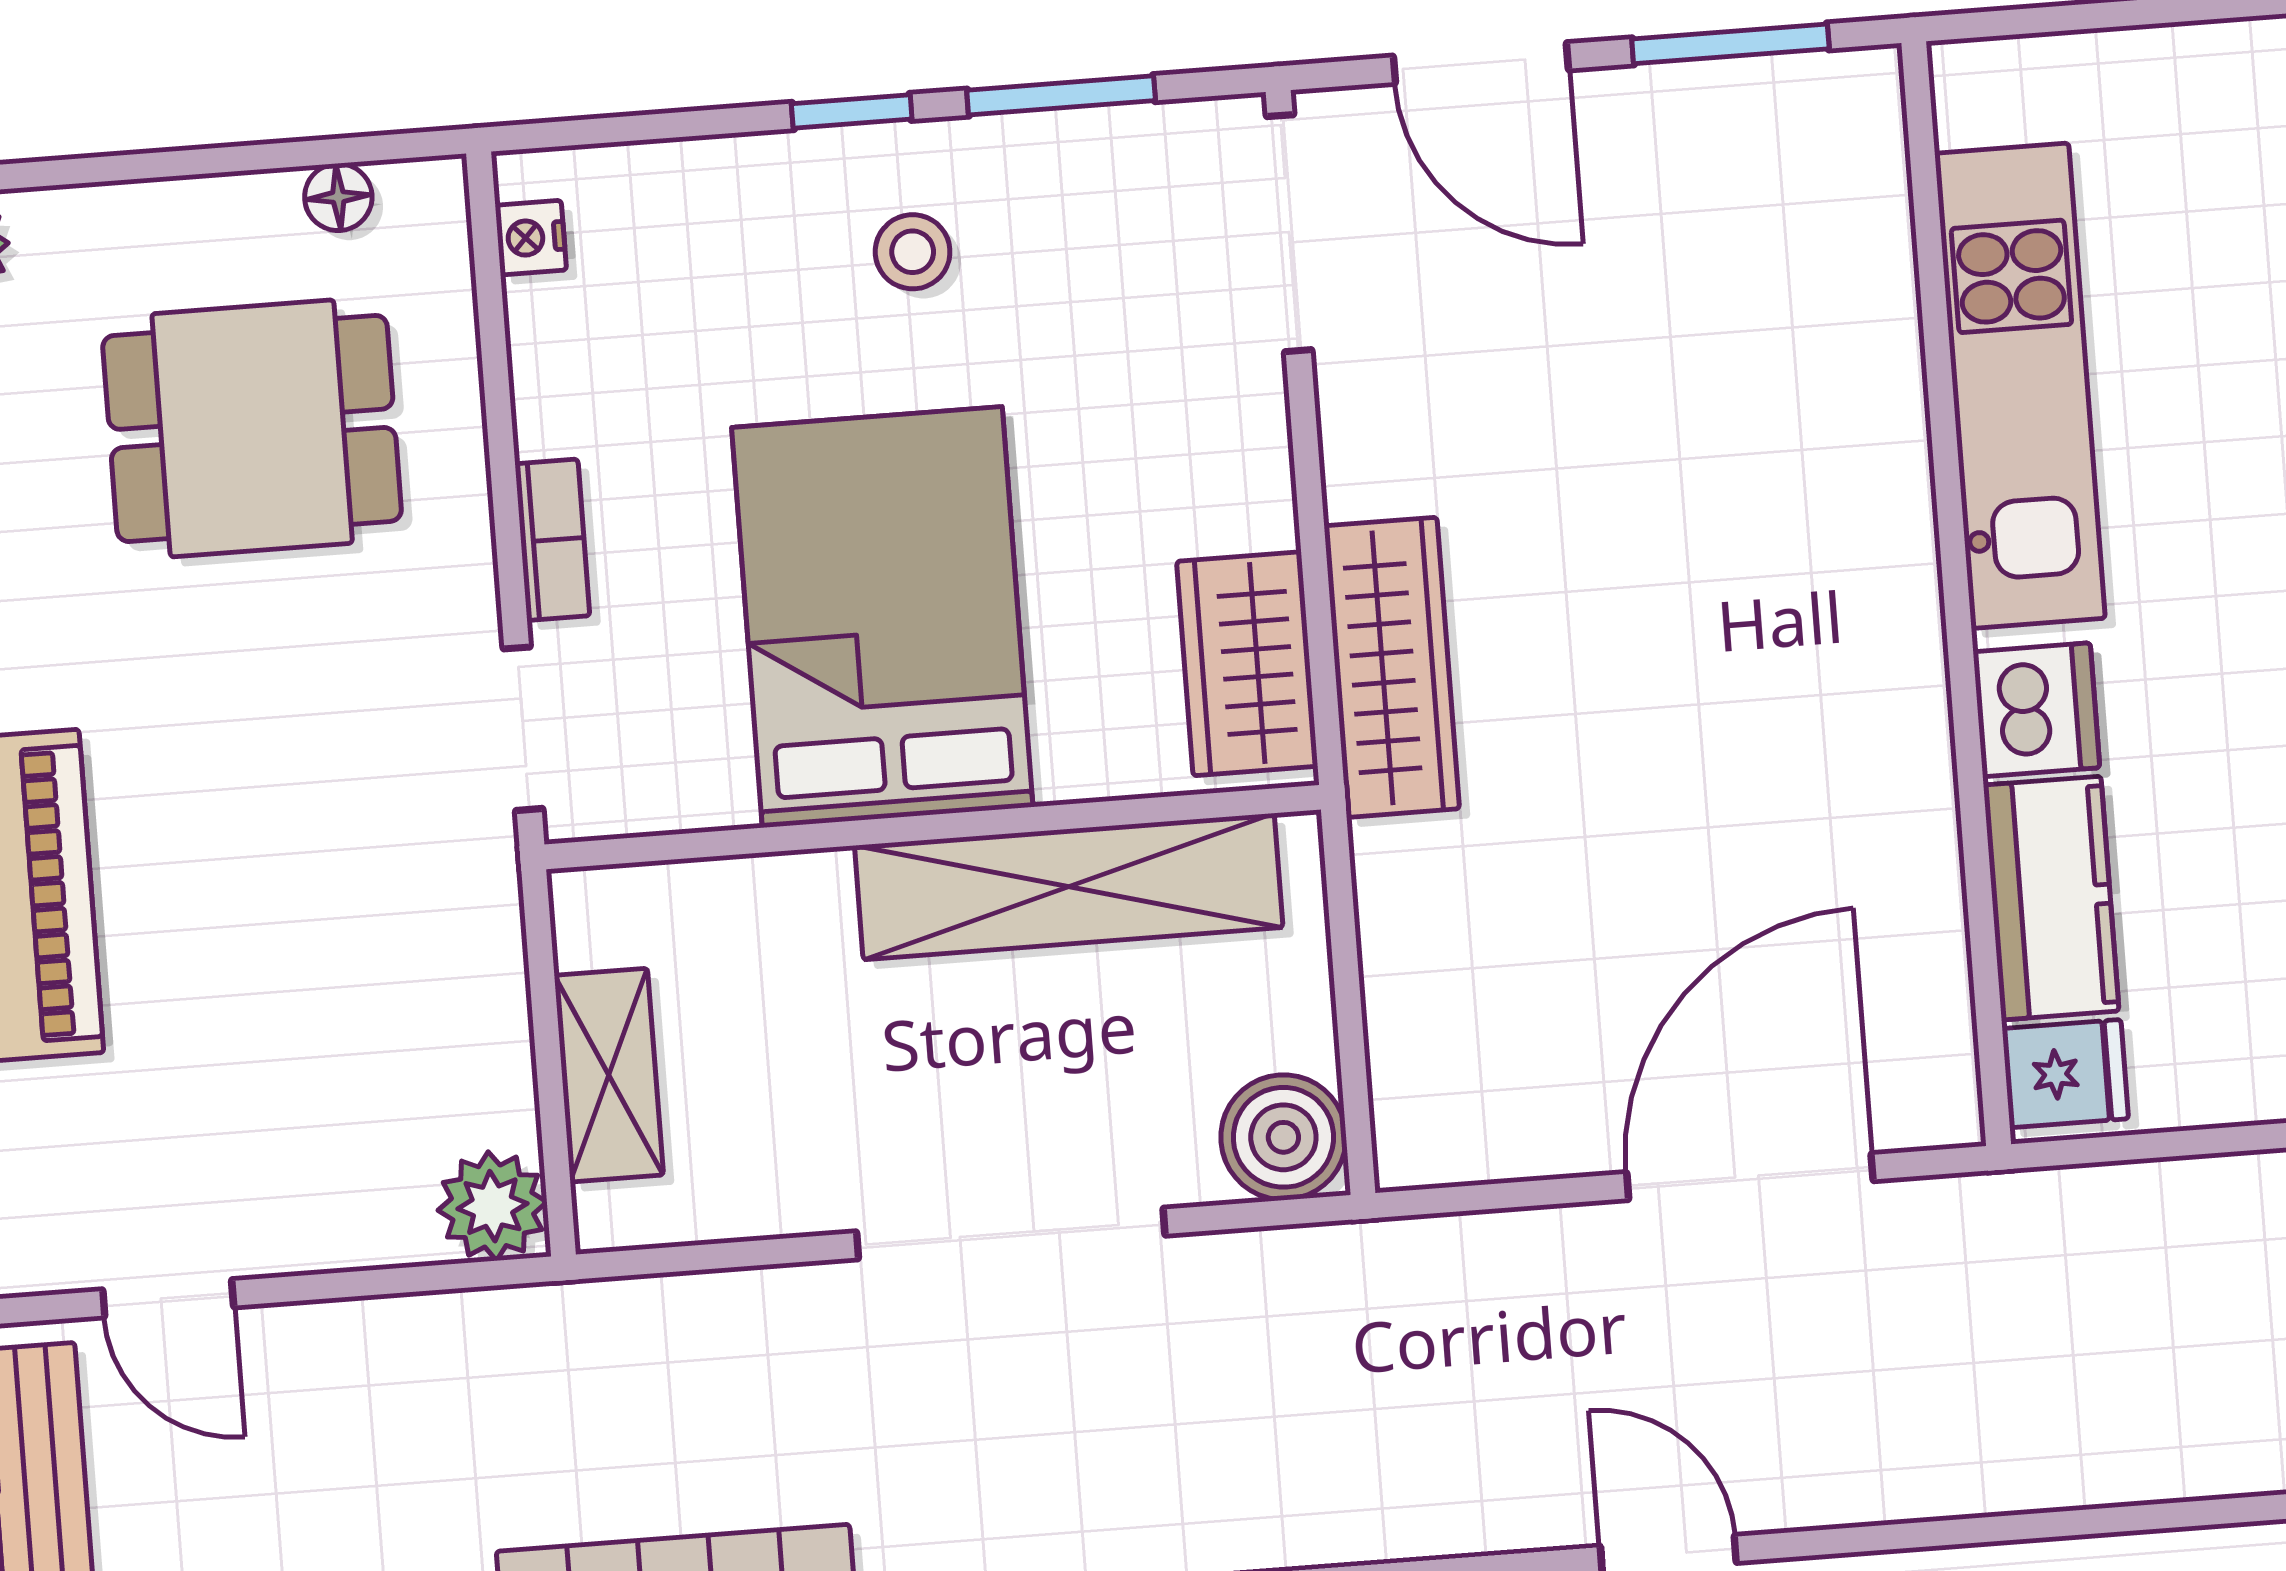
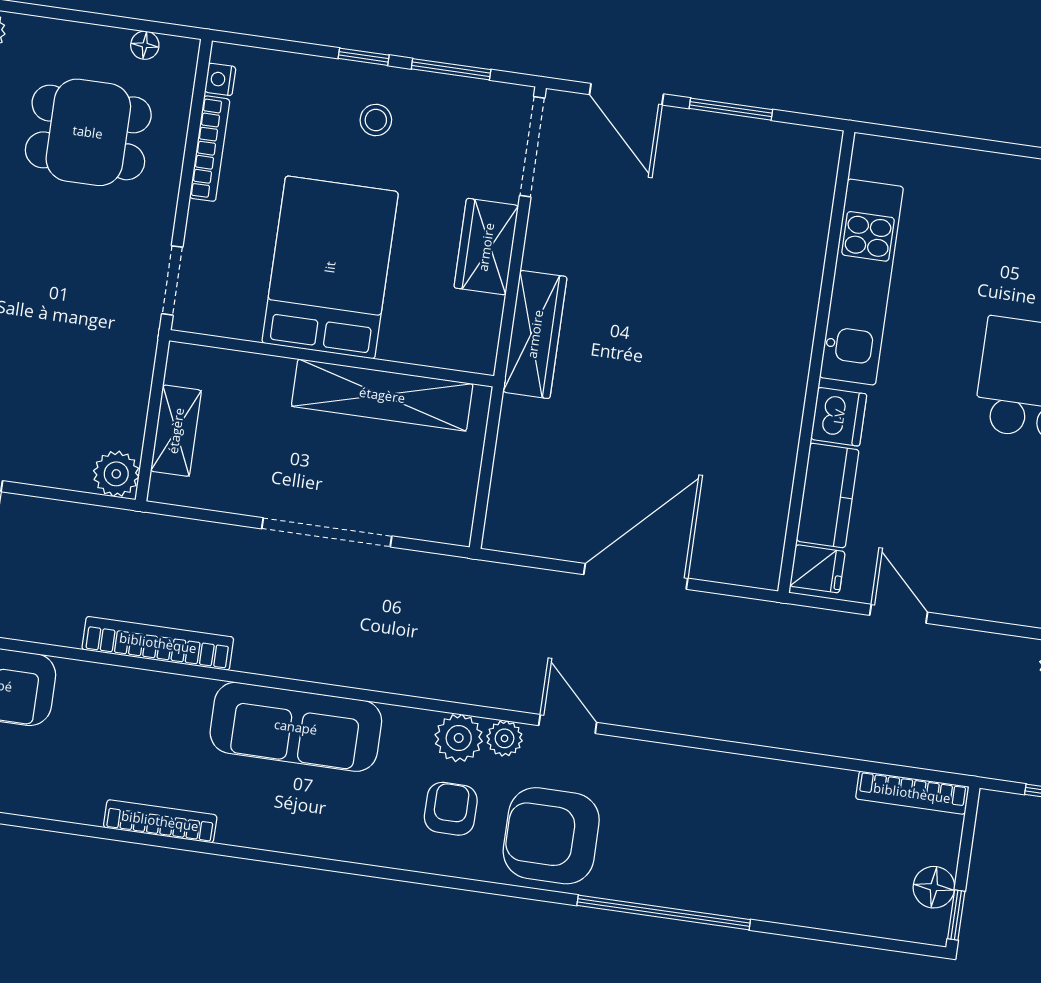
kitchen unit: (2020, 386) -> (862, 282), moved
bookcase: (552, 540) -> (210, 149), moved, width x1.56
wall: (1956, 594) -> (816, 362), moved
wardrobe: (1247, 664) -> (486, 247), moved
dishwasher: (2036, 710) -> (839, 417), moved
kitchen counter: (2051, 898) -> (828, 495), moved
fridge: (2065, 1074) -> (817, 569), moved
boiler: (1283, 1137) -> (448, 518), removed

